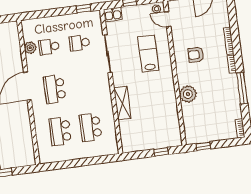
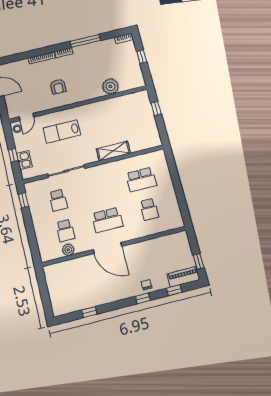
kitchen sink: (113, 14) -> (24, 160), moved
plant: (188, 94) -> (110, 86), moved
school desk: (60, 131) -> (149, 209), width x0.54
window: (203, 146) -> (142, 57), moved

